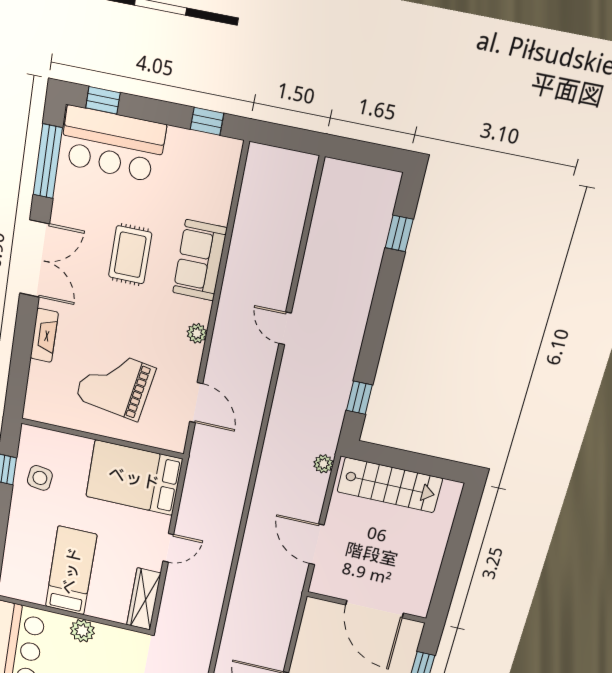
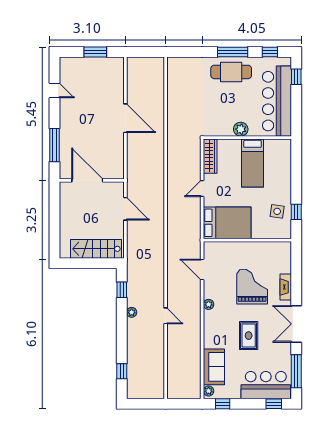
plant: (231, 155) -> (209, 391), added
sofa: (200, 260) -> (214, 367), moved
grand piano: (115, 383) -> (252, 287), moved, turned -99
plant: (323, 464) -> (132, 312), moved

